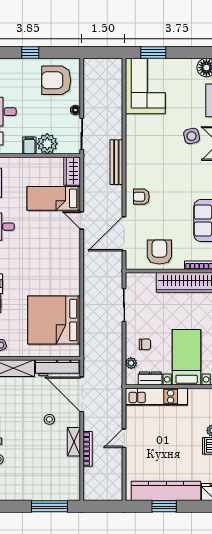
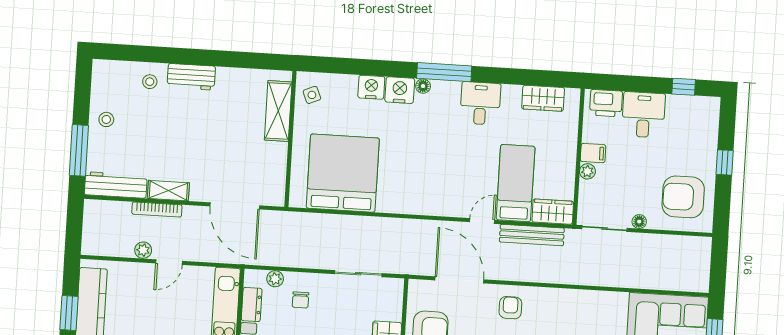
armchair: (56, 80) -> (683, 197), turned -90
plant: (47, 144) -> (587, 171), width x0.53, depth x0.53
bench: (116, 162) -> (532, 235), moved
workbench: (57, 368) -> (116, 185), moved, turned 90
door: (82, 394) -> (235, 206), swing flipped
stool: (49, 419) -> (106, 119), moved
door: (124, 438) -> (169, 262), swing flipped
plant: (117, 457) -> (143, 250), added

